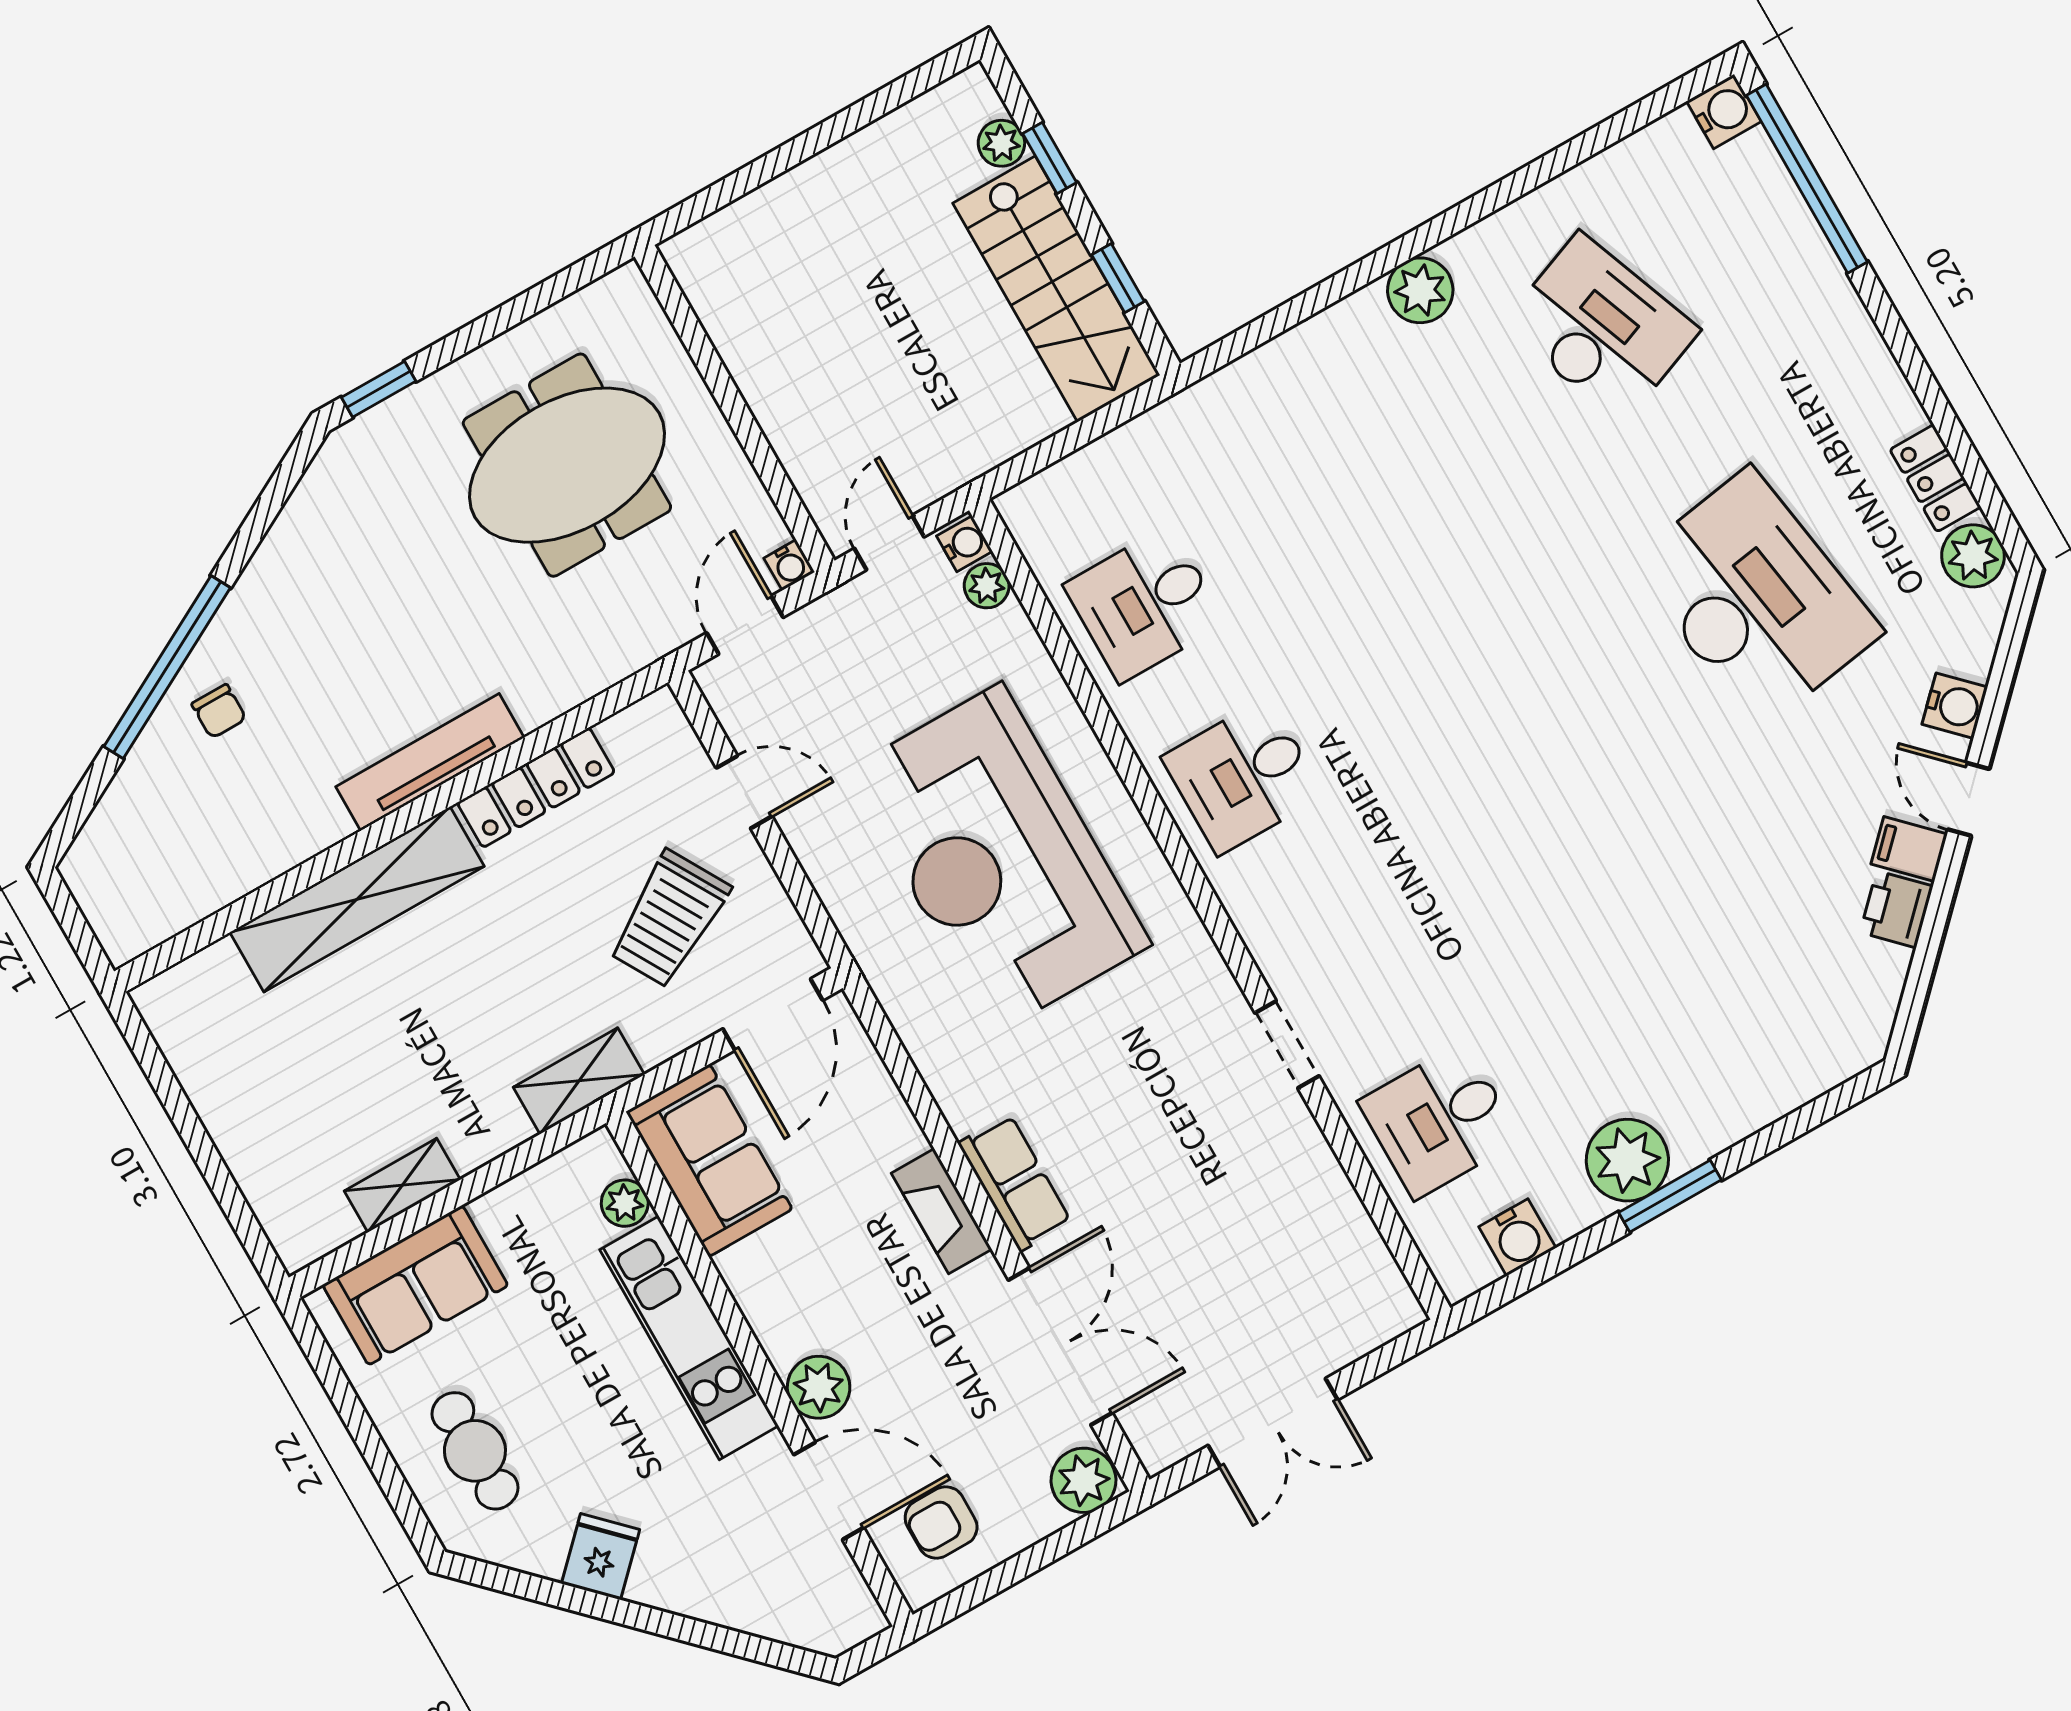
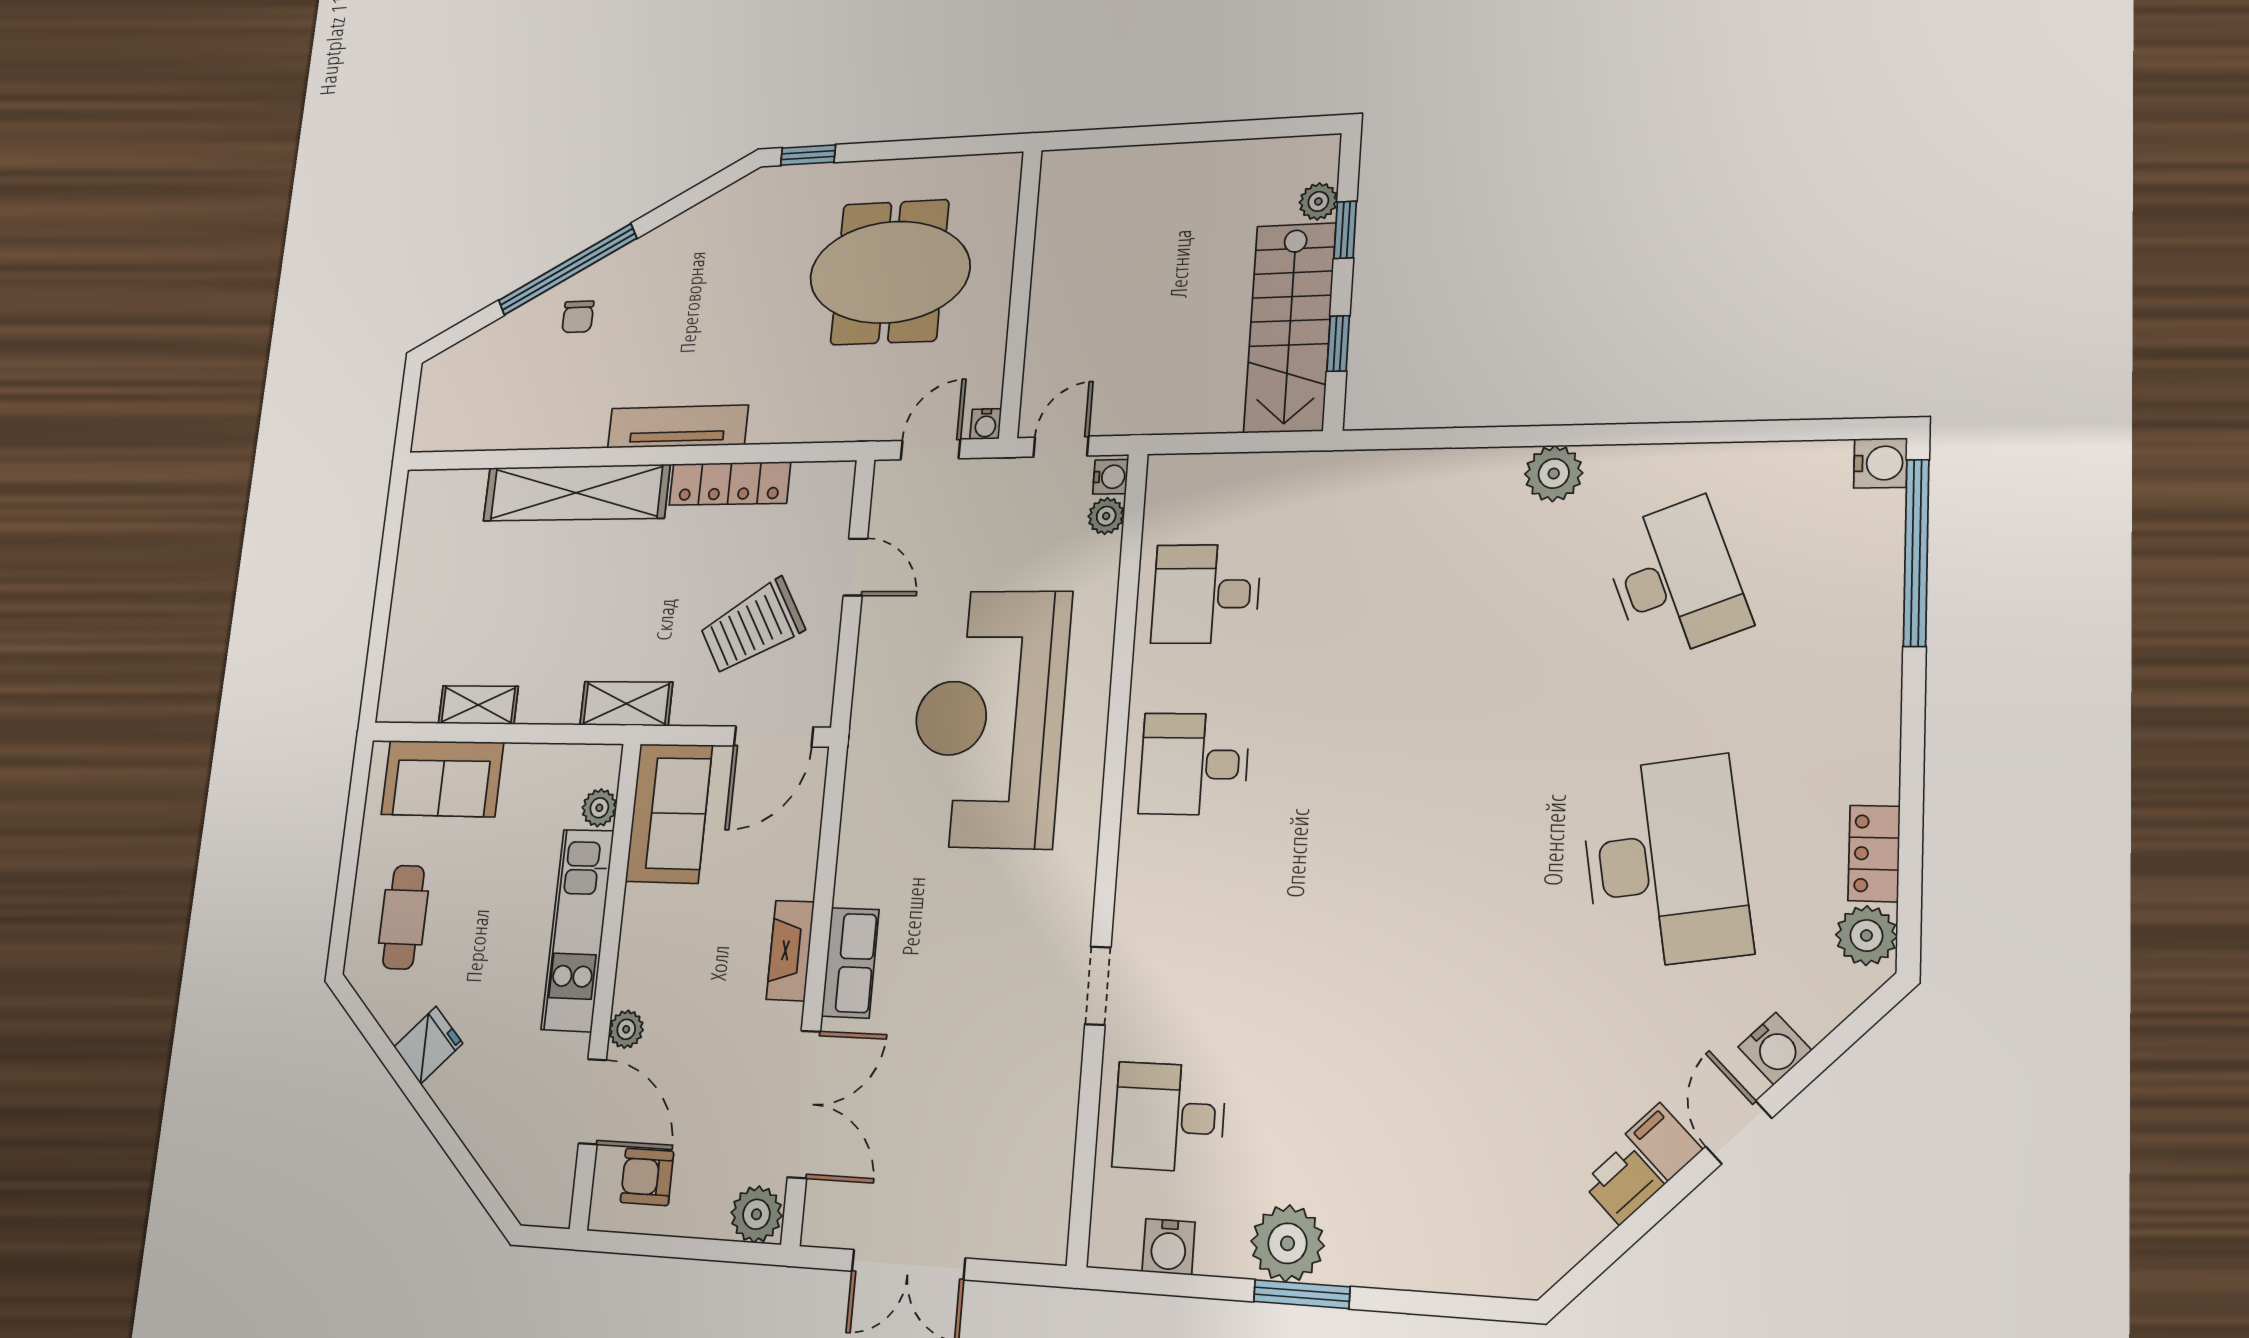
plant: (819, 1387) -> (626, 1029), width x0.73, depth x0.73

